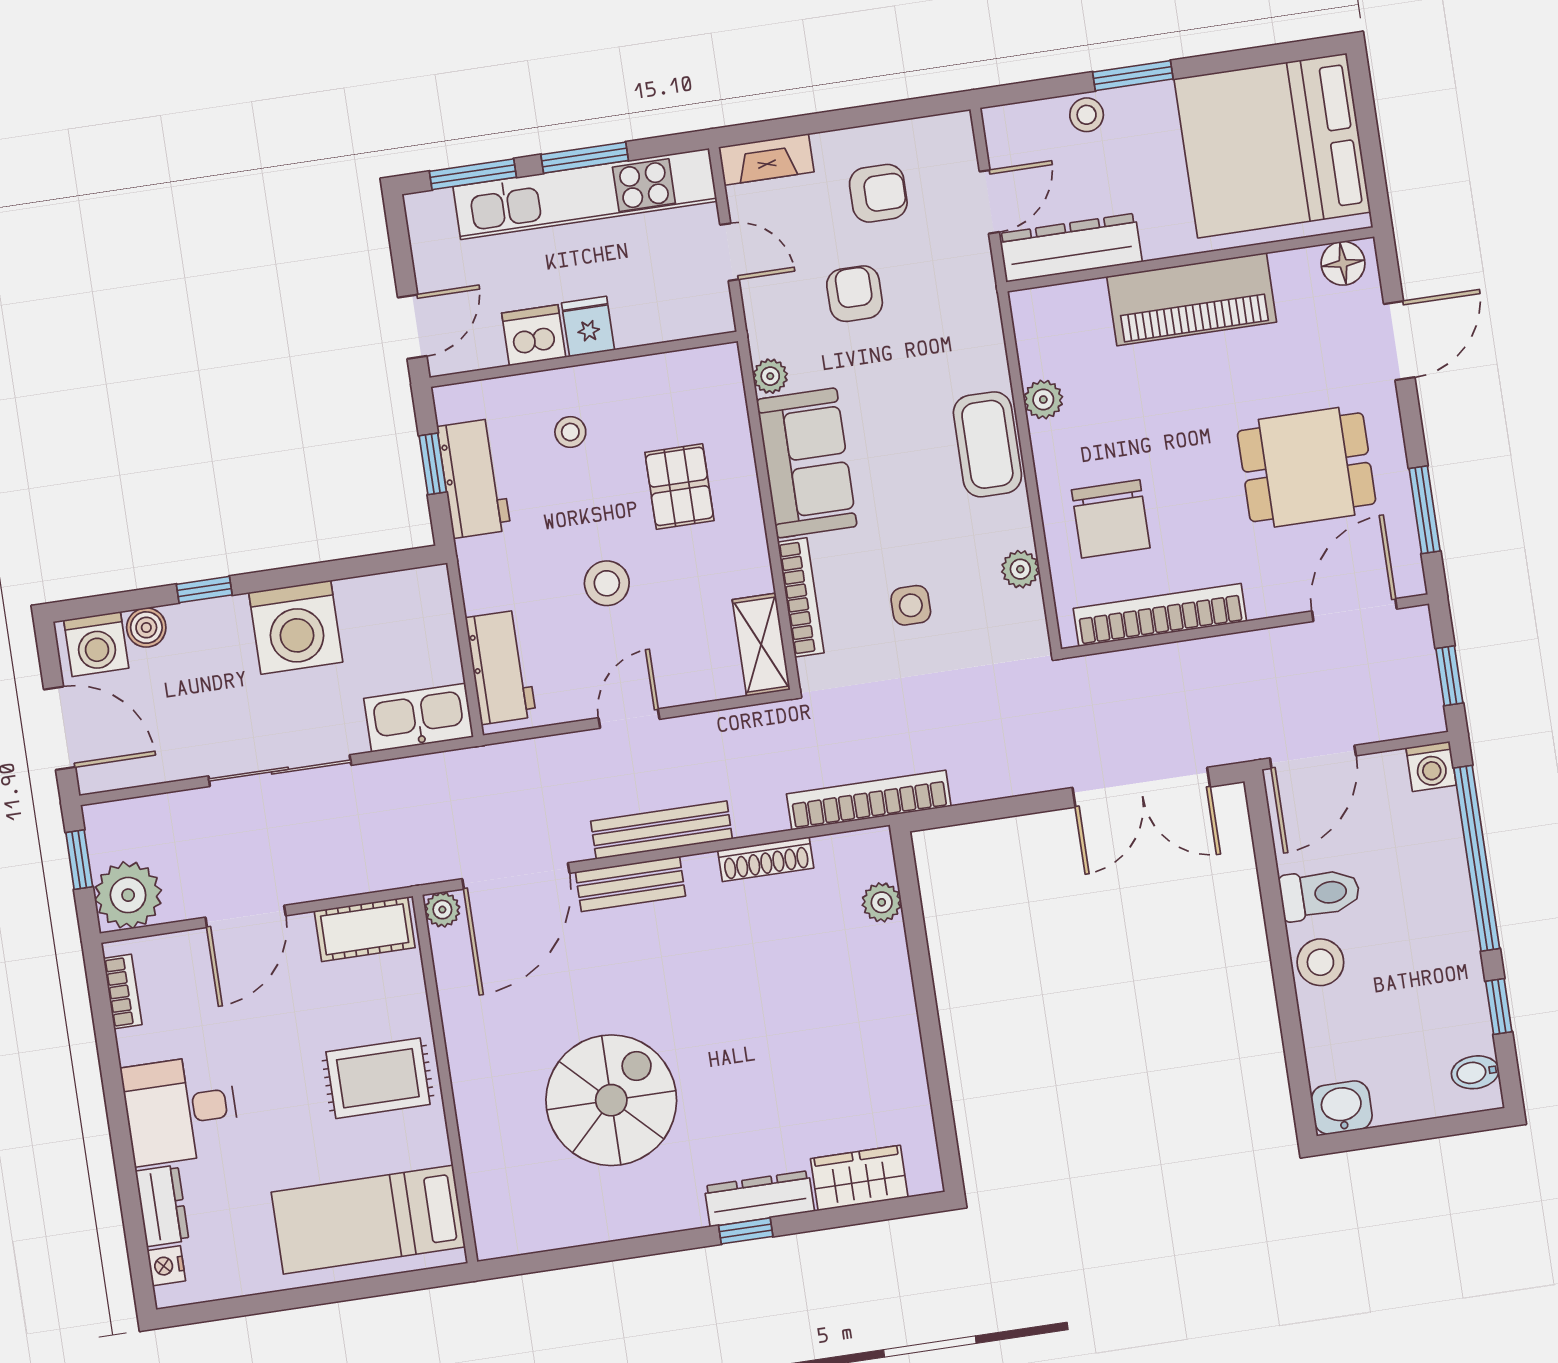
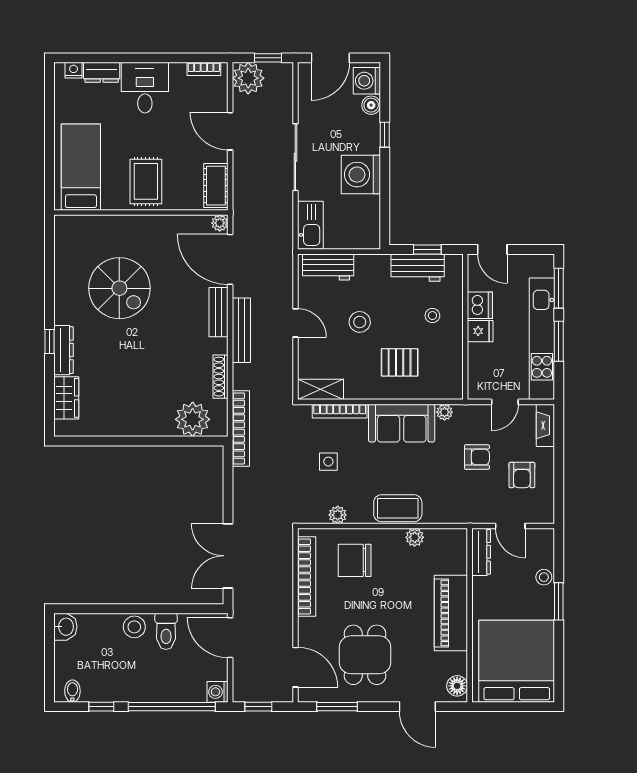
dresser: (1071, 248) -> (481, 552), width x0.73, depth x0.80
plant: (882, 902) -> (193, 419), width x1.88, depth x1.88

